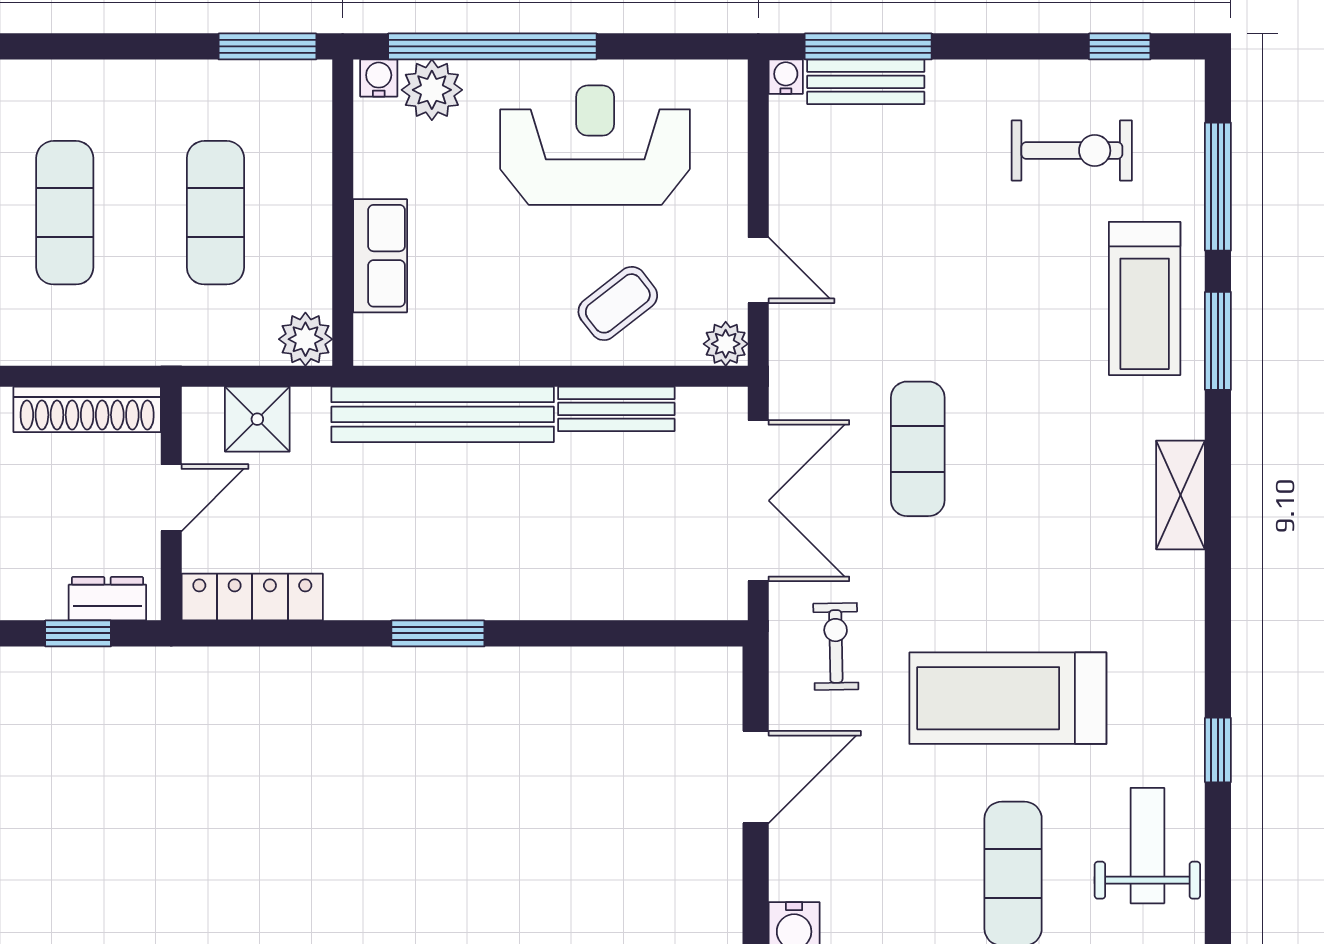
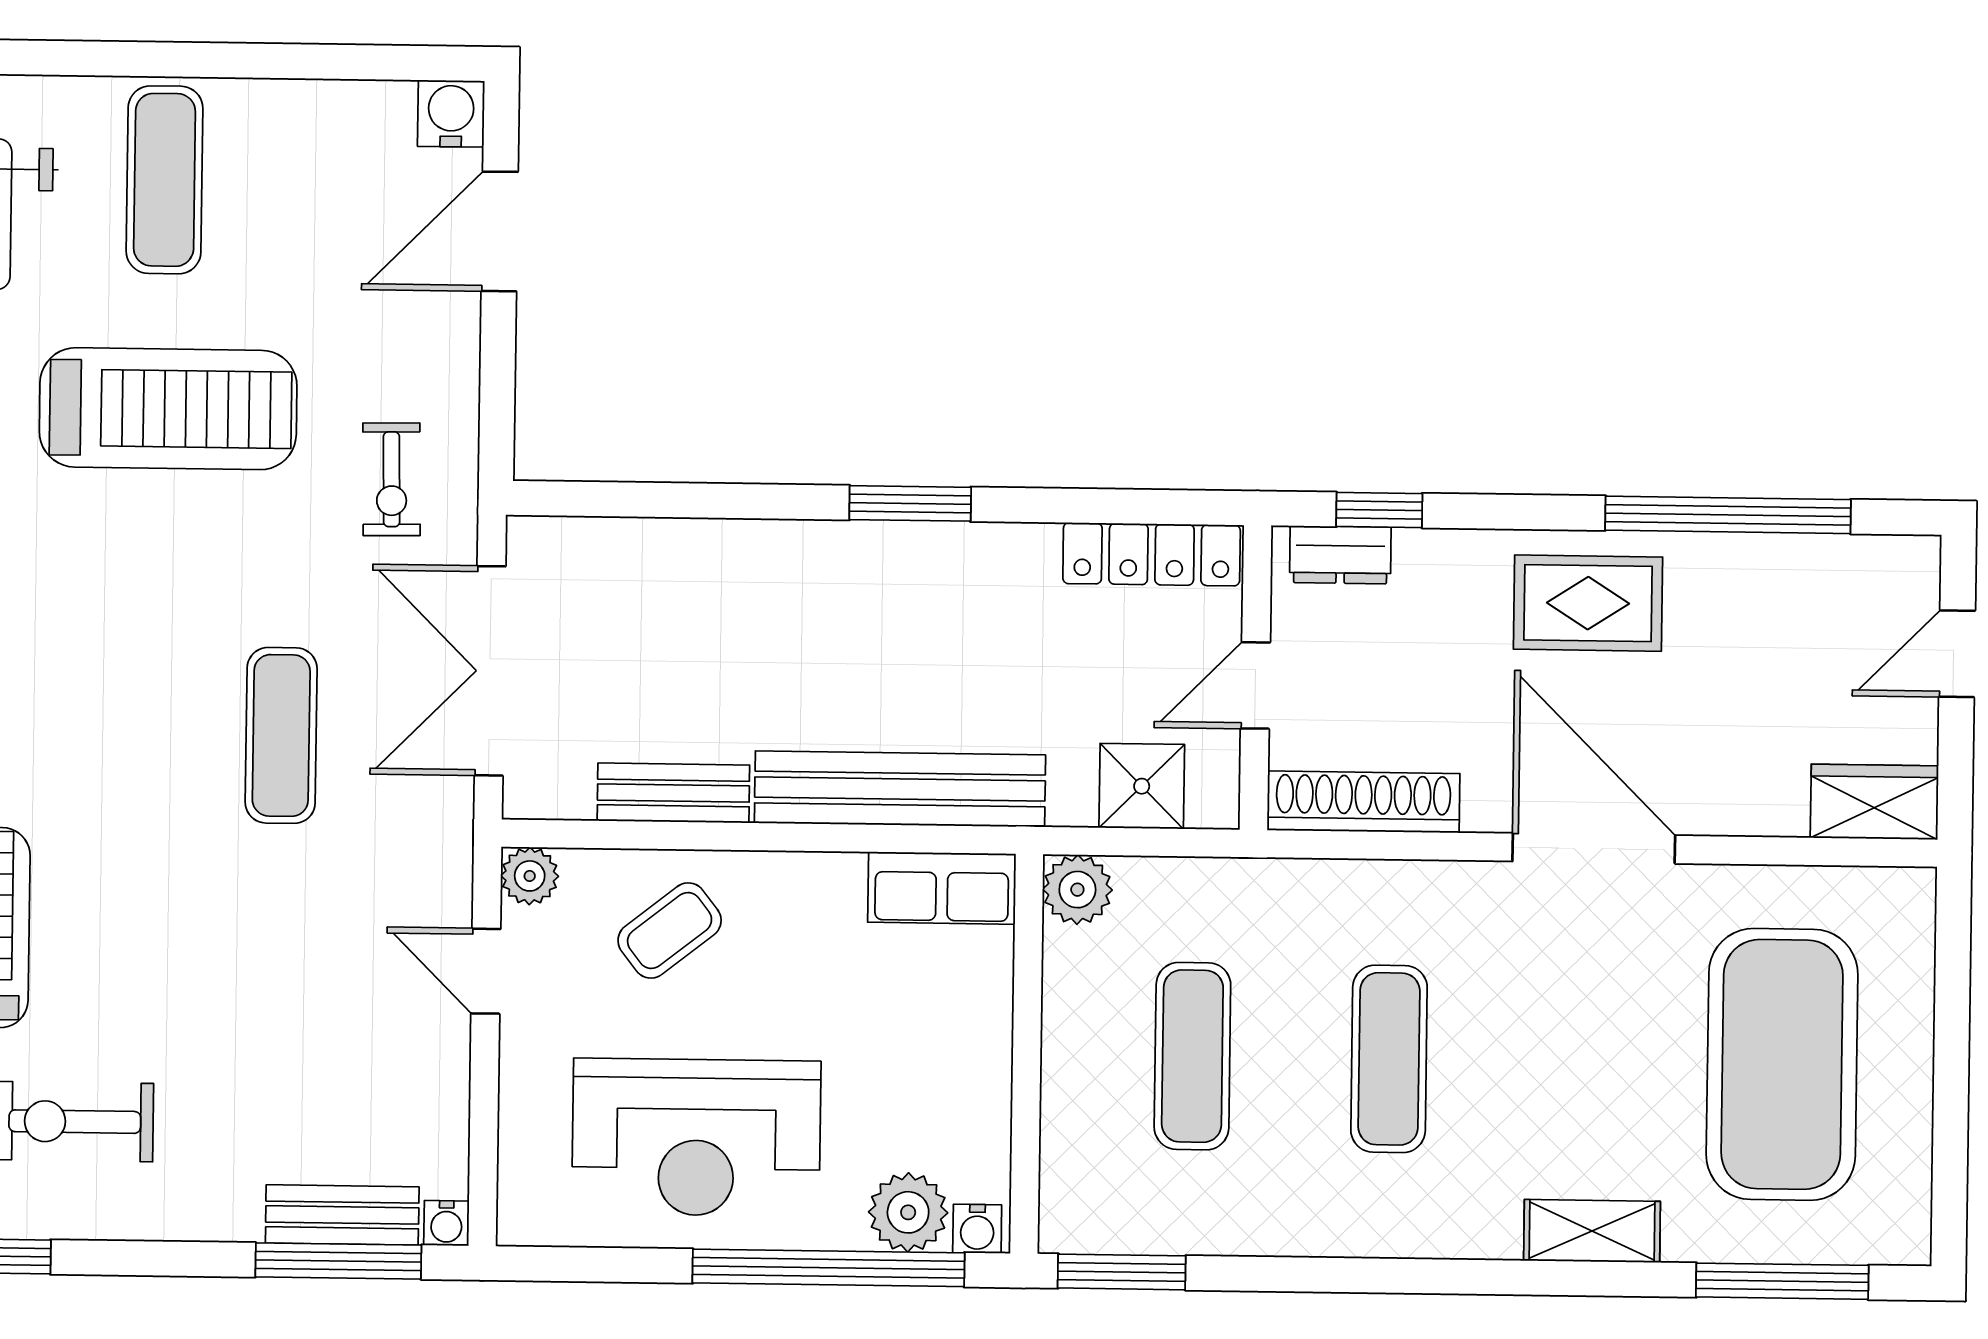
row of seats: (380, 256) -> (942, 888), moved, turned -90
door: (756, 777) -> (500, 231), moved

